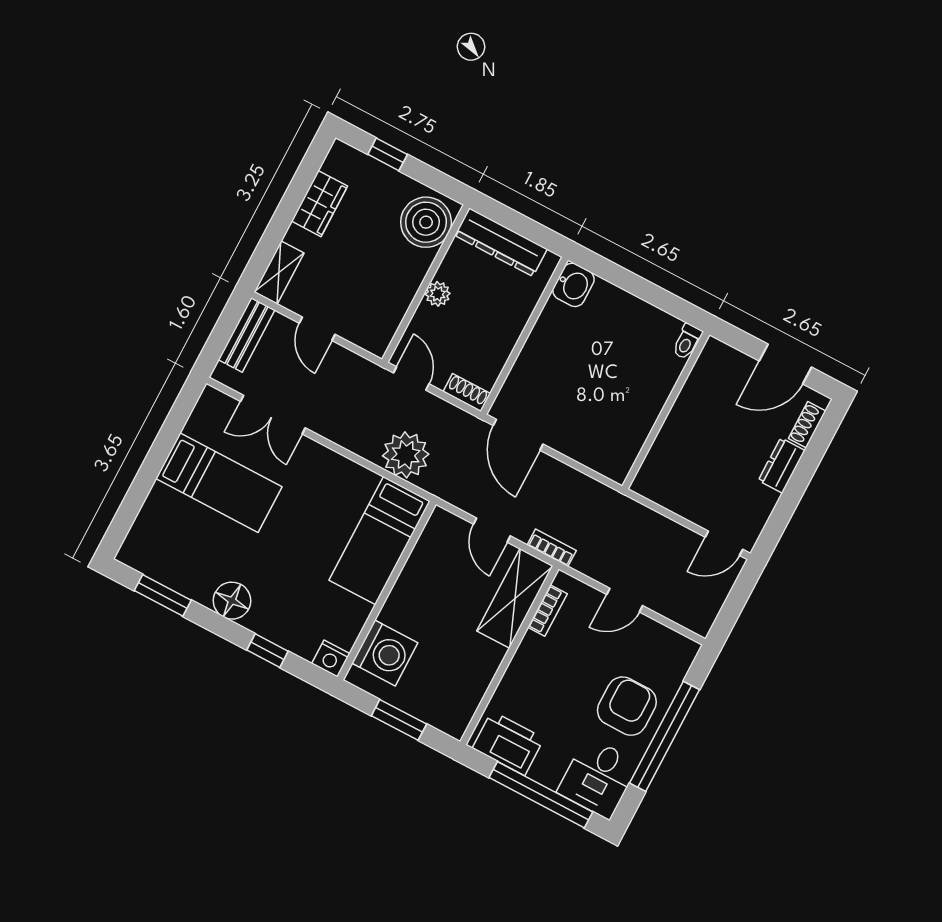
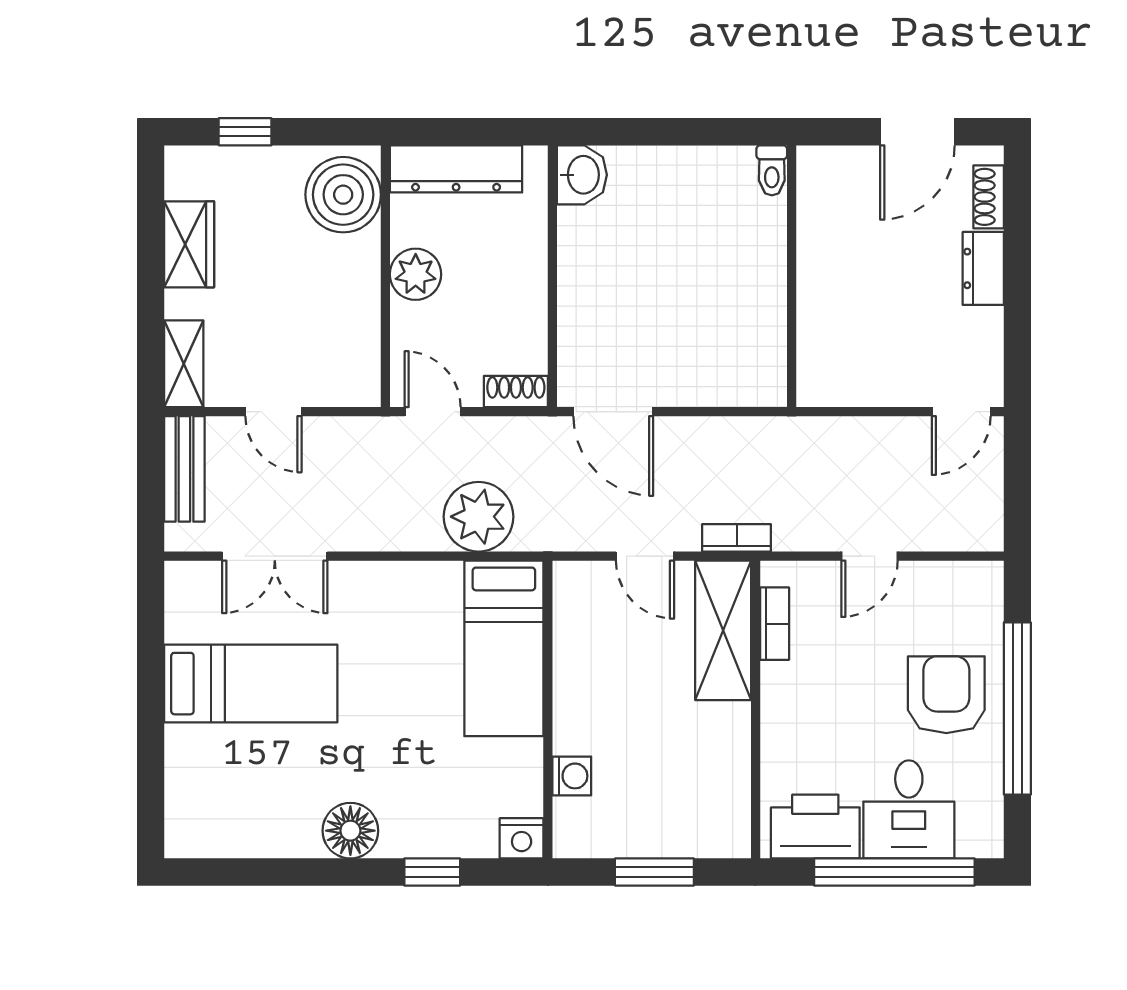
plant: (438, 294) -> (416, 274), width x1.38, depth x1.38
window: (163, 595) -> (255, 872), removed
washing machine: (385, 653) -> (572, 776), width x0.53, depth x0.53
desk: (598, 778) -> (909, 809), moved

